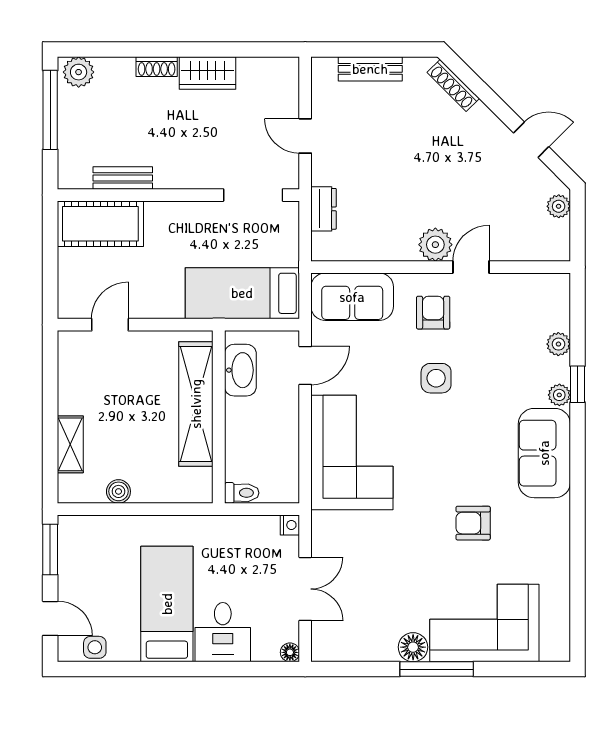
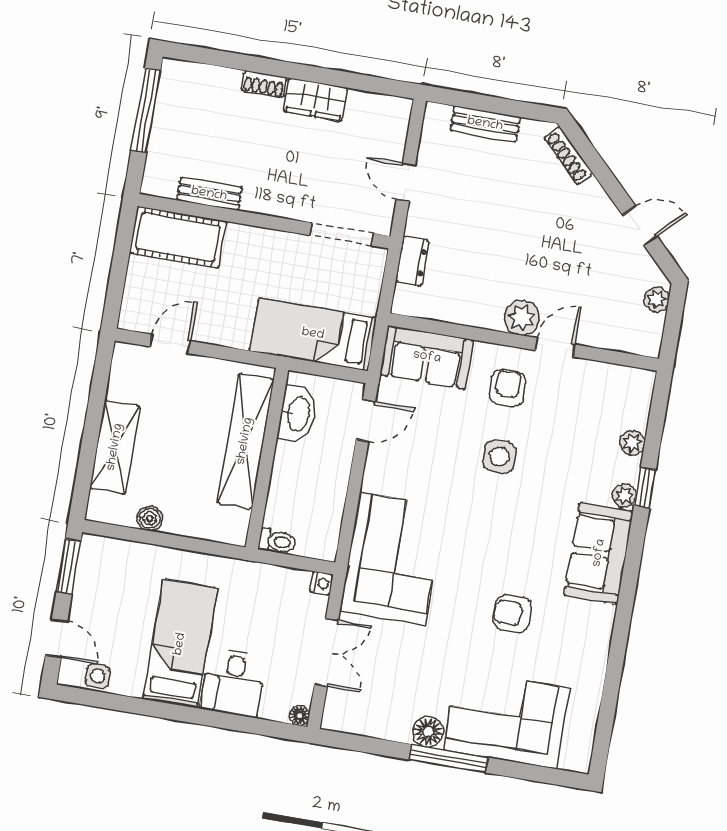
plant: (79, 72) -> (182, 76), removed
shelving: (70, 444) -> (115, 447), width x1.50, depth x1.33
corner sofa: (352, 452) -> (392, 559), moved

